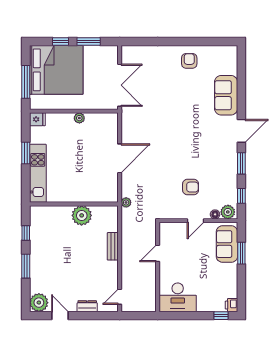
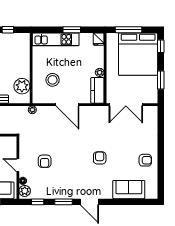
window: (61, 42) -> (161, 46), moved
sofa: (226, 95) -> (129, 190), moved
armchair: (186, 118) -> (100, 158), added
kitchen counter: (102, 121) -> (97, 90), added
stool: (89, 177) -> (53, 80), added
plant: (82, 215) -> (22, 86), moved

